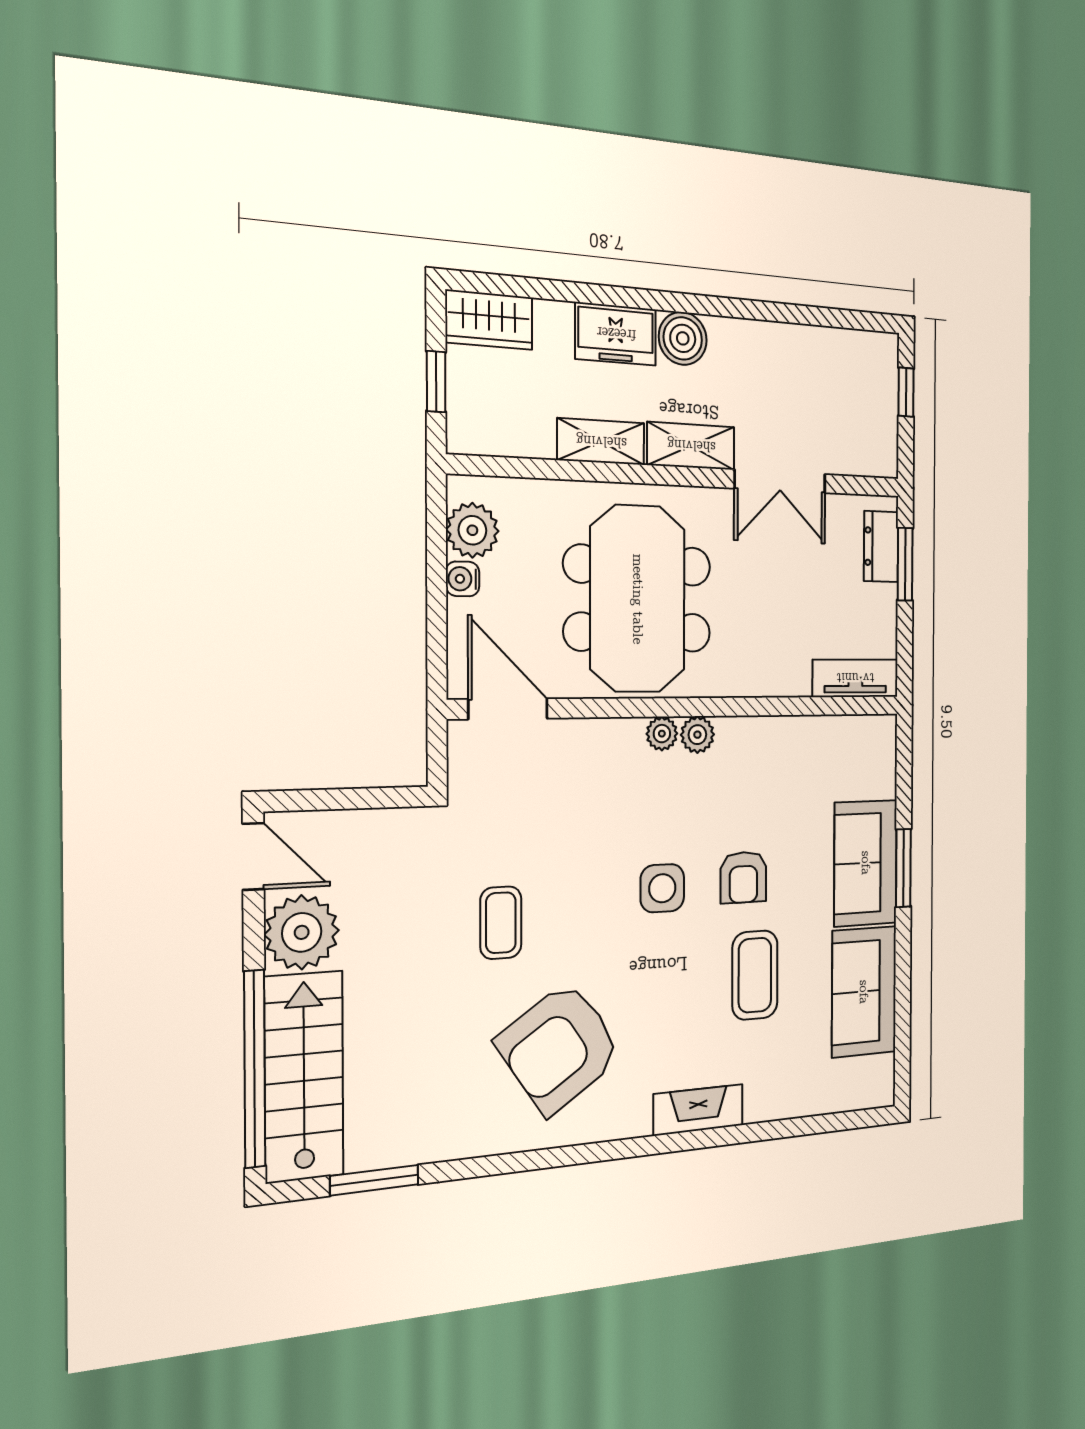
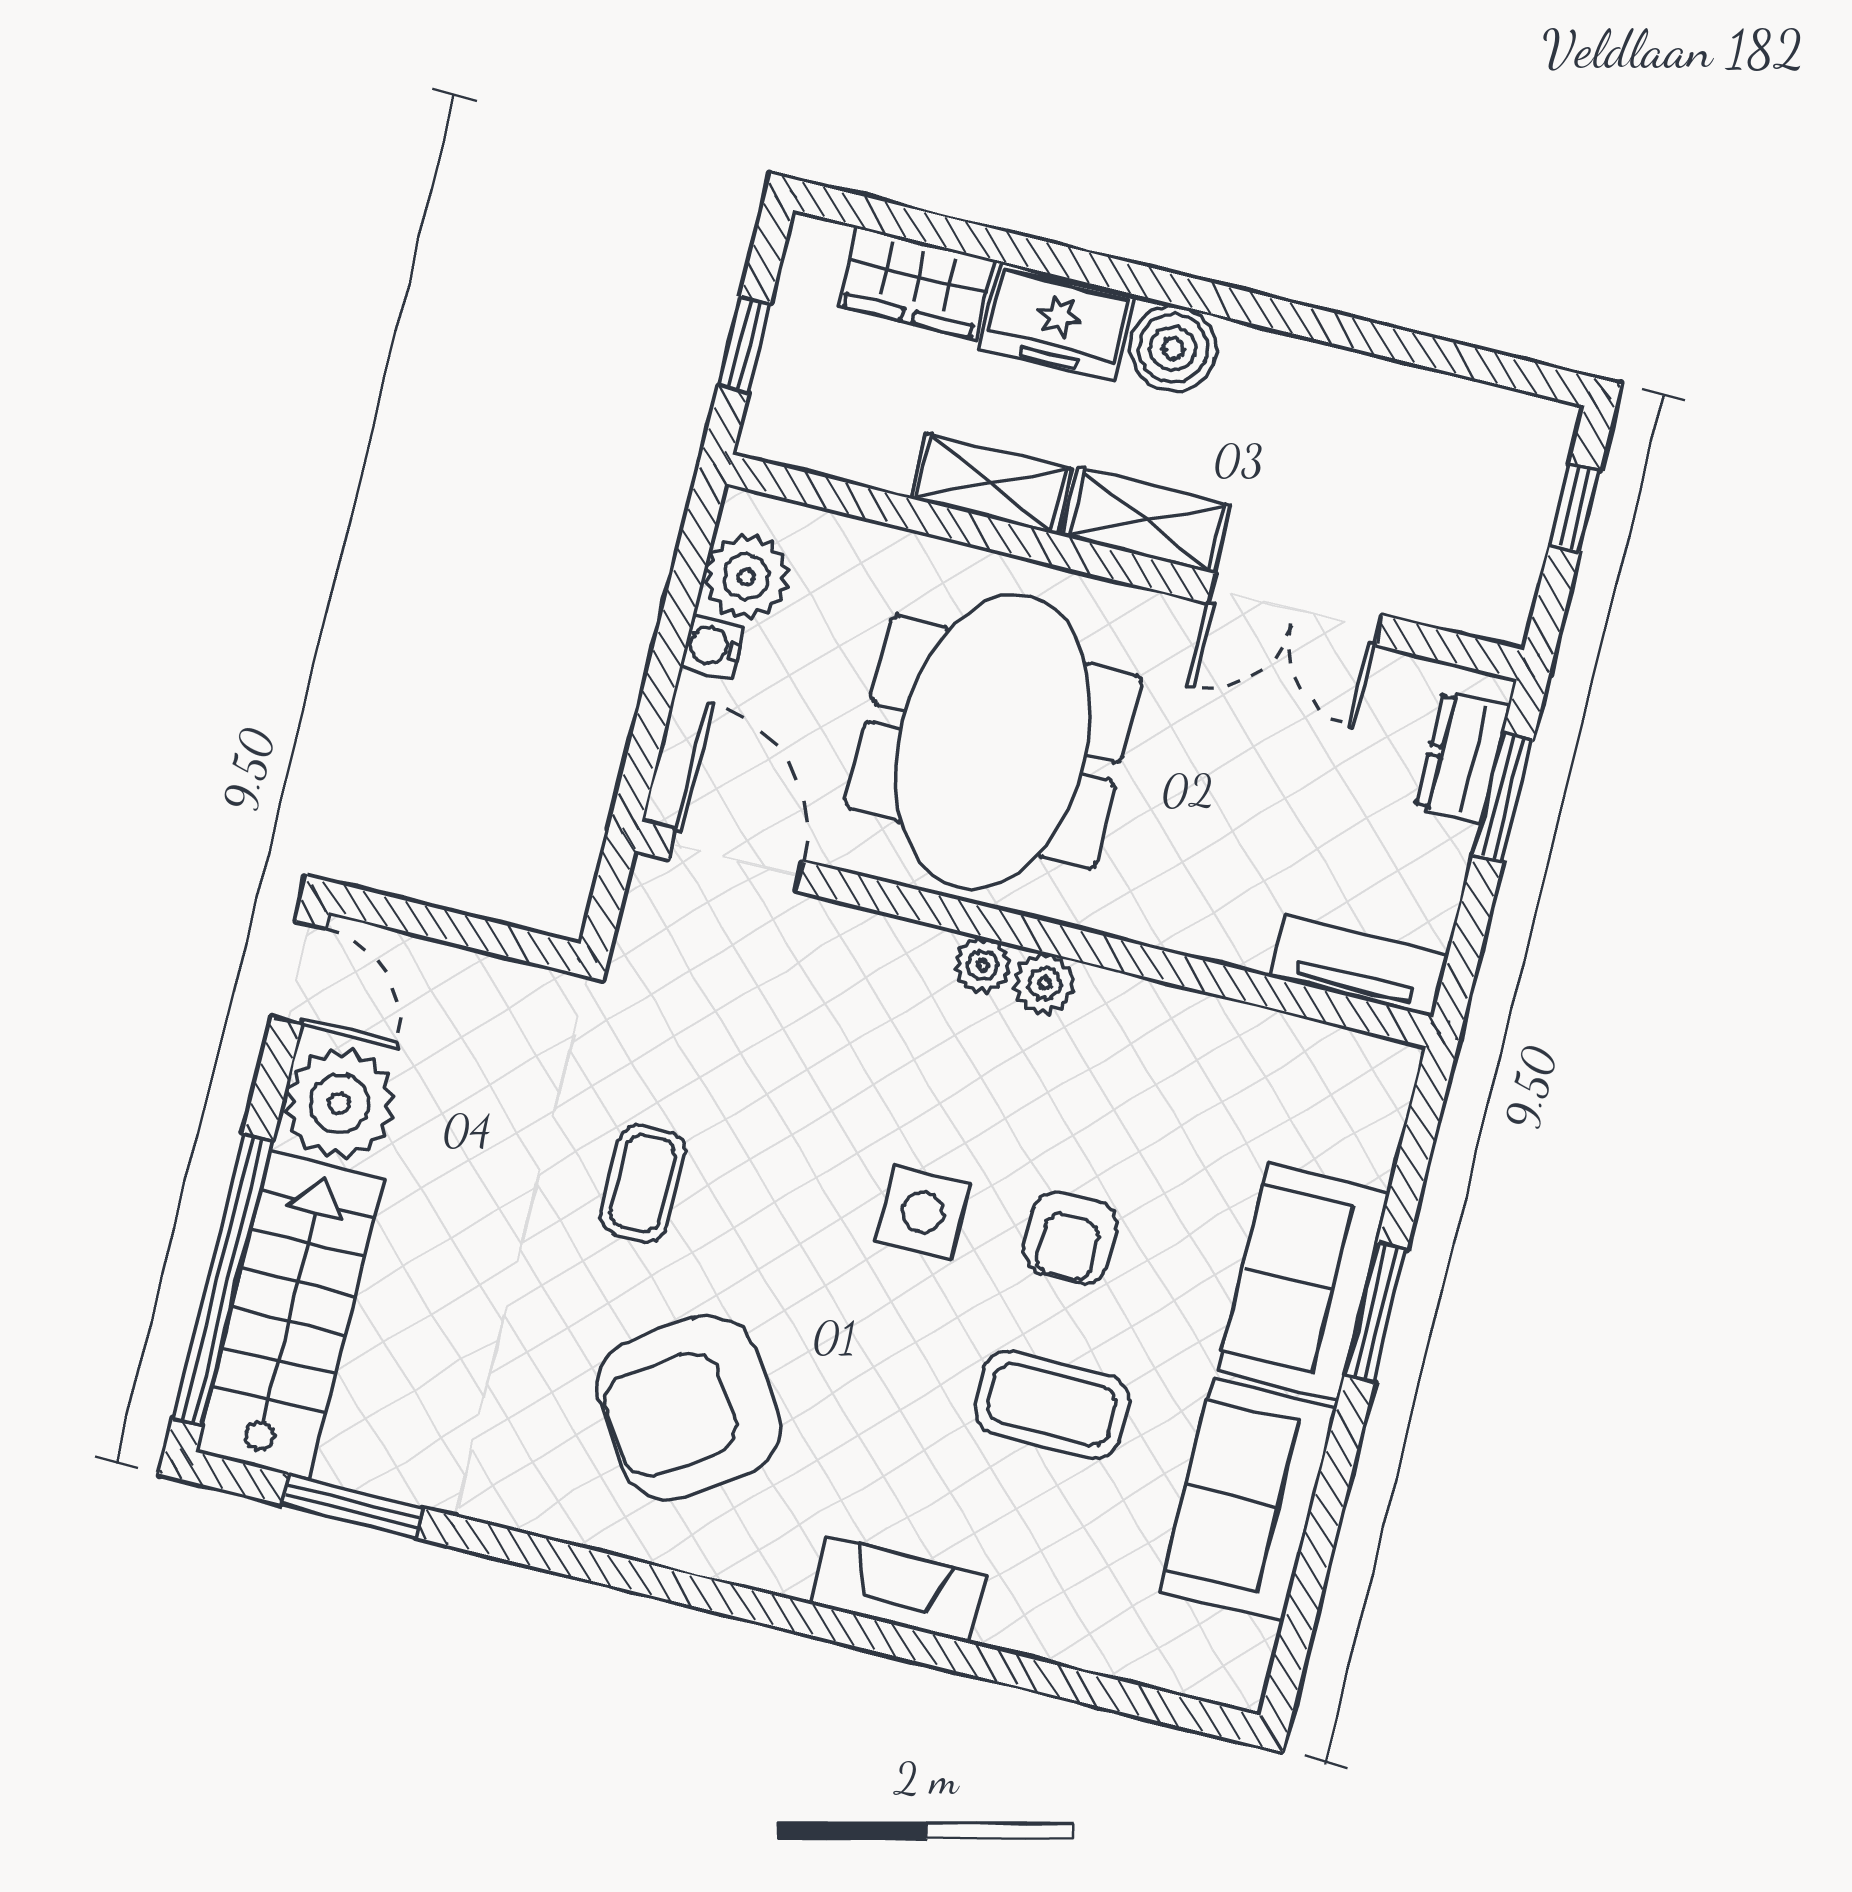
wardrobe: (489, 320) -> (917, 283), moved
coffee table: (755, 975) -> (1052, 1404), turned 90

